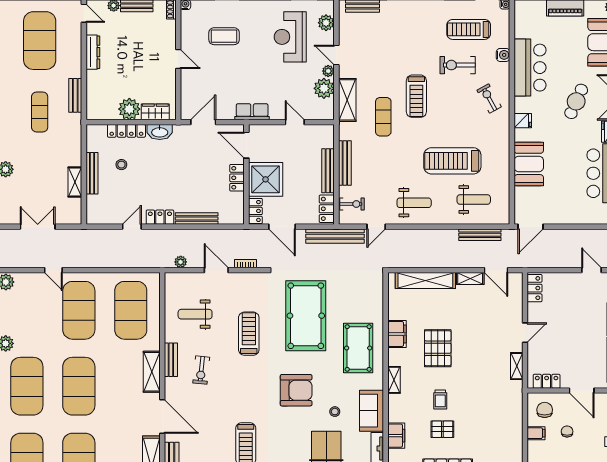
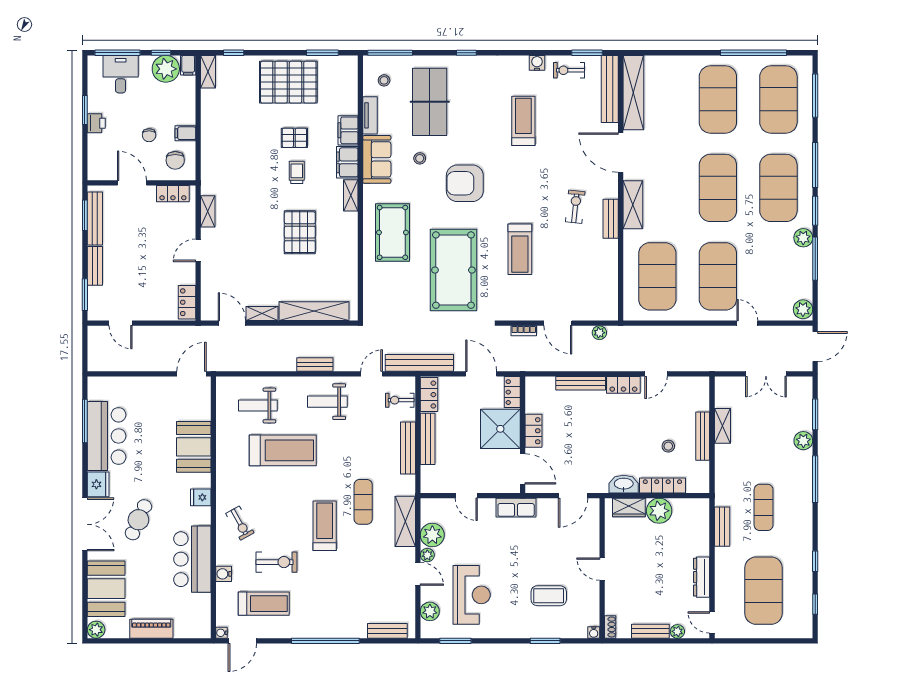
bench: (480, 235) -> (315, 364), moved, width x0.73
weight bench: (195, 314) -> (582, 272), removed
filing cabinet: (397, 334) -> (347, 162), moved

